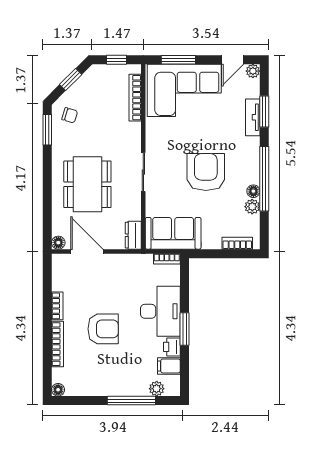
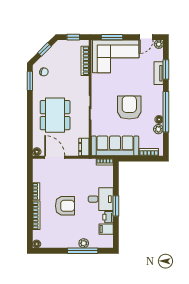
sofa: (173, 233) -> (115, 146), width x1.36
desk: (160, 311) -> (101, 199), width x0.73
plant: (157, 389) -> (84, 243), moved

